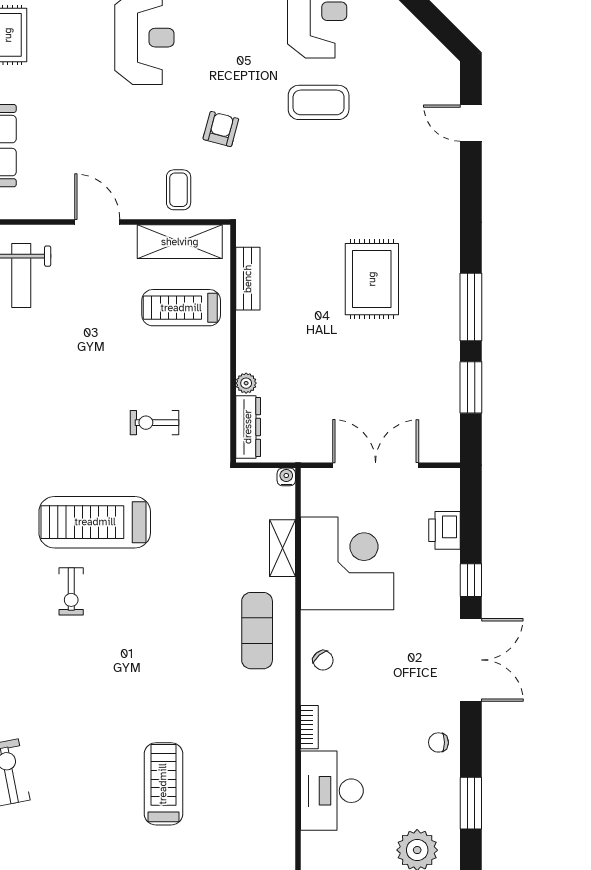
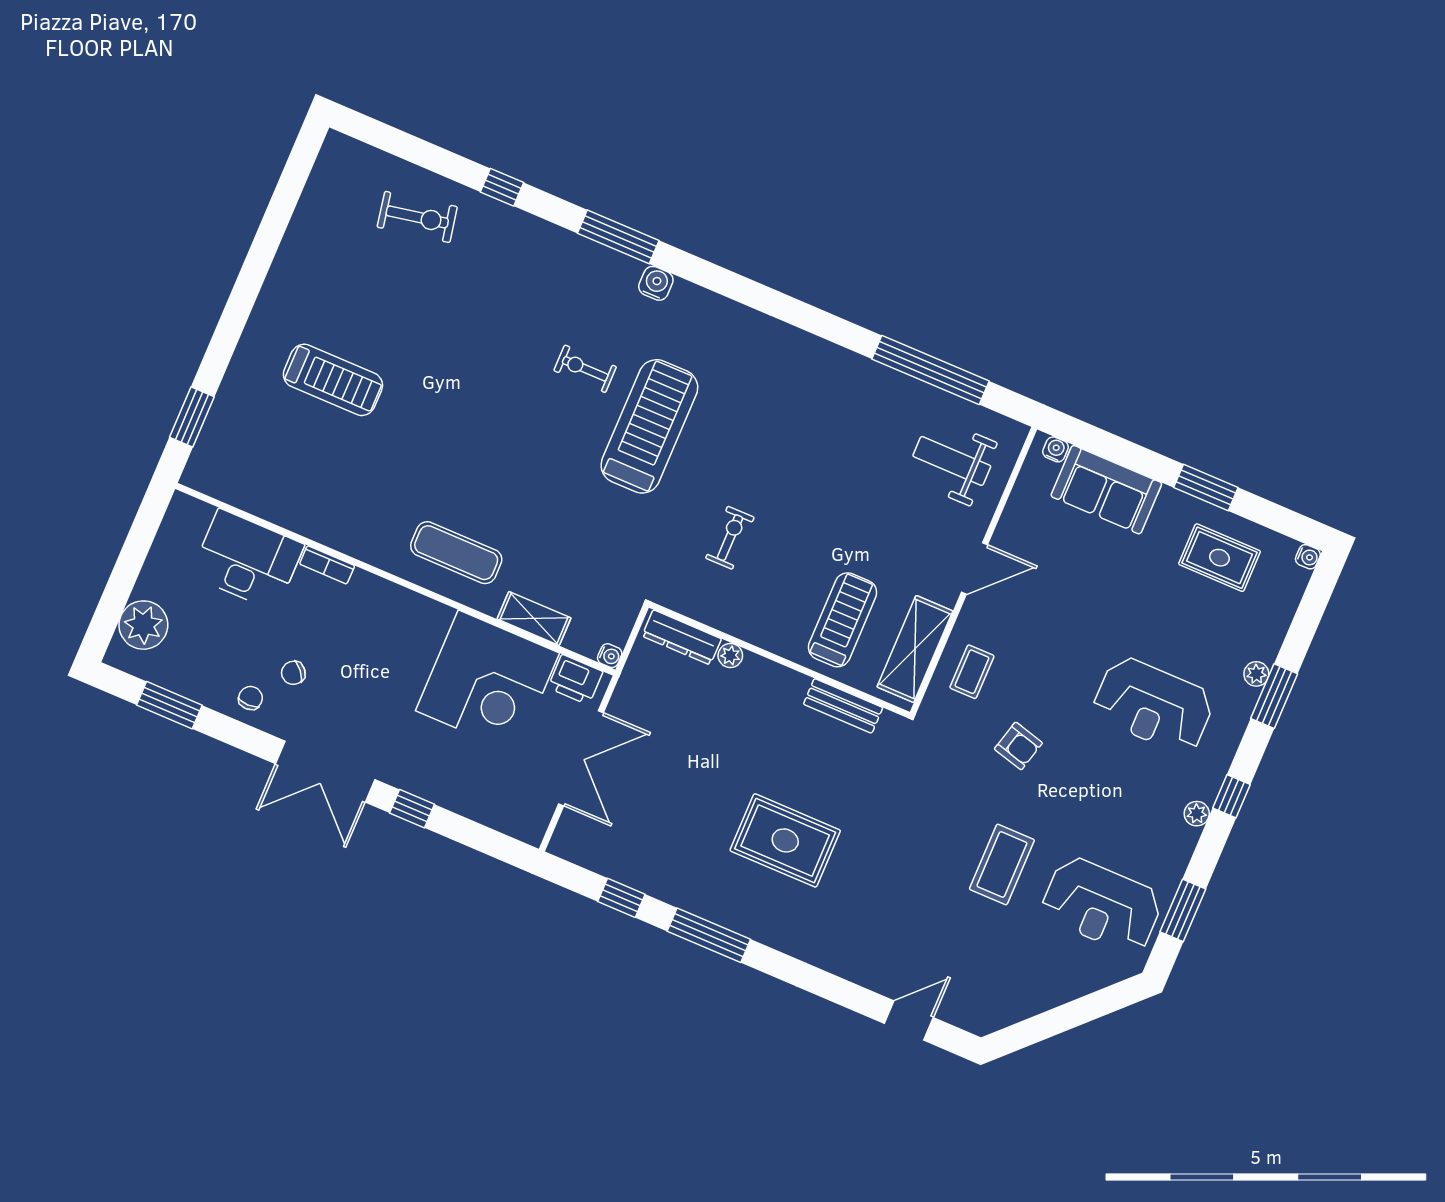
coffee table: (179, 190) -> (972, 672), turned 90
window: (471, 387) -> (621, 898), width x0.67
printer: (444, 530) -> (575, 680), moved, turned 180
chair: (323, 660) -> (293, 673), moved

